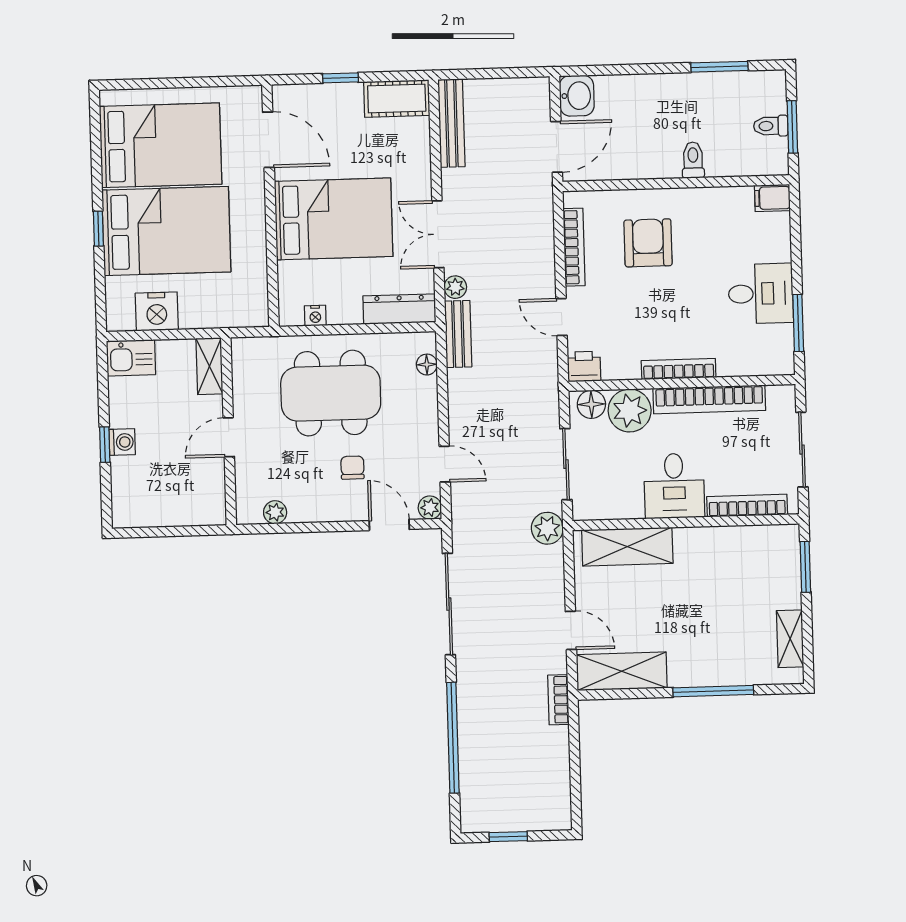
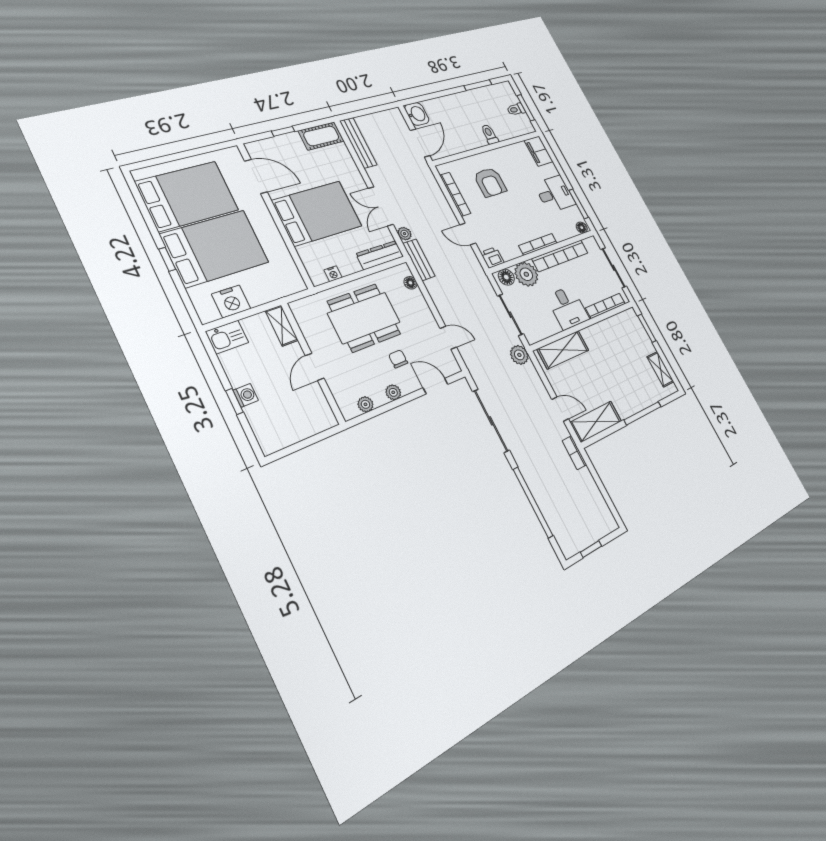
filing cabinet: (772, 198) -> (539, 151), width x2.00
armchair: (648, 243) -> (490, 182), turned 180
floor lamp: (780, 365) -> (582, 228), added
plant: (430, 508) -> (393, 392), moved

